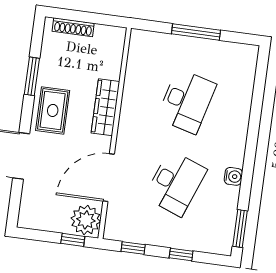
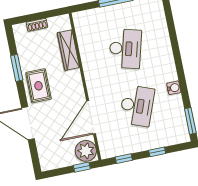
shoe rack: (73, 27) -> (37, 25), width x0.70
wardrobe: (105, 107) -> (68, 50), moved

